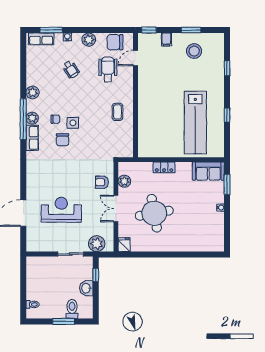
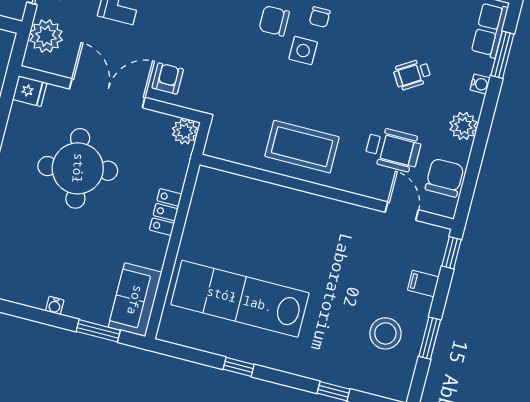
coffee table: (118, 112) -> (302, 147), width x1.86, depth x1.72
plant: (124, 181) -> (185, 131), moved
double door: (116, 209) -> (107, 93), width x1.37

